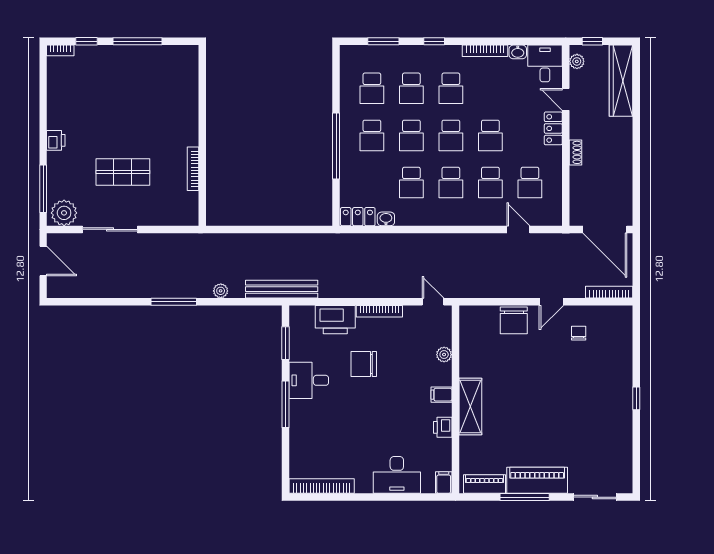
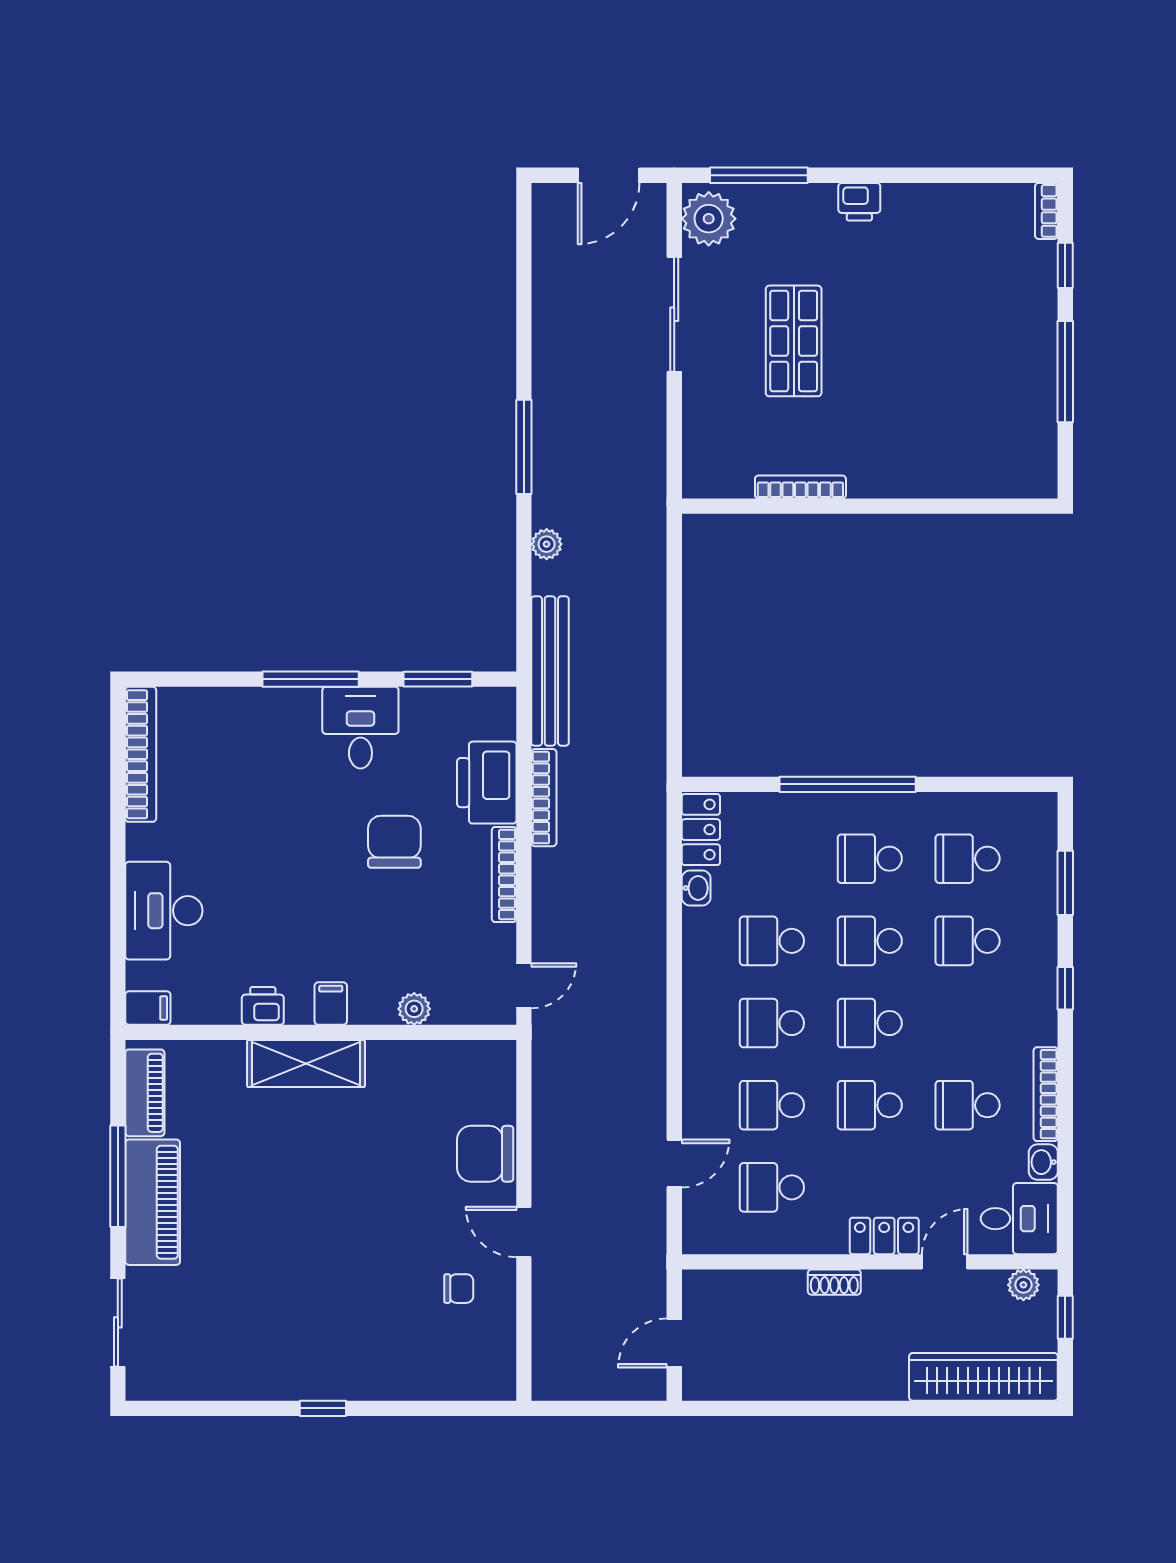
school desk: (451, 88) -> (968, 1105), moved
door: (605, 229) -> (674, 1343), width x0.53
bookcase: (609, 292) -> (544, 798), moved

